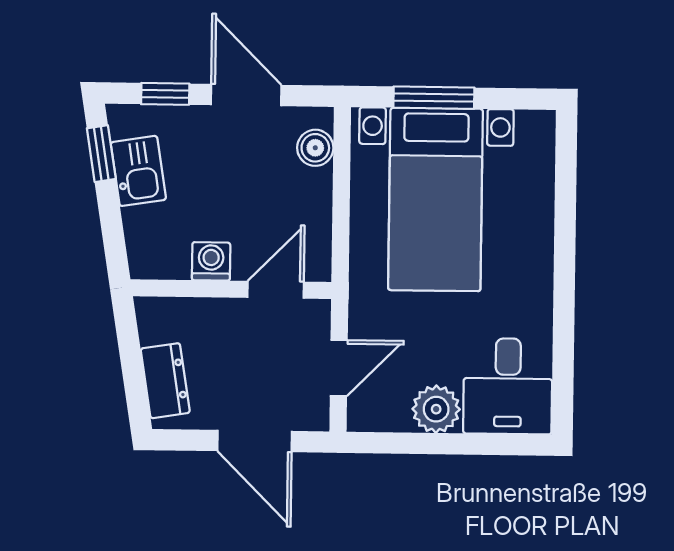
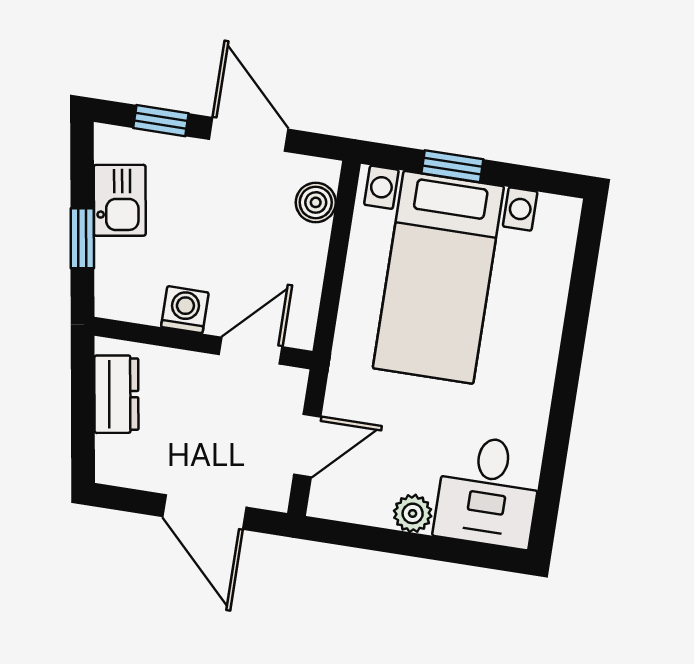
window: (434, 98) -> (452, 166), width x0.67
window: (101, 154) -> (82, 238), moved
dresser: (165, 381) -> (116, 394), moved
plant: (436, 409) -> (413, 513), width x0.73, depth x0.73

